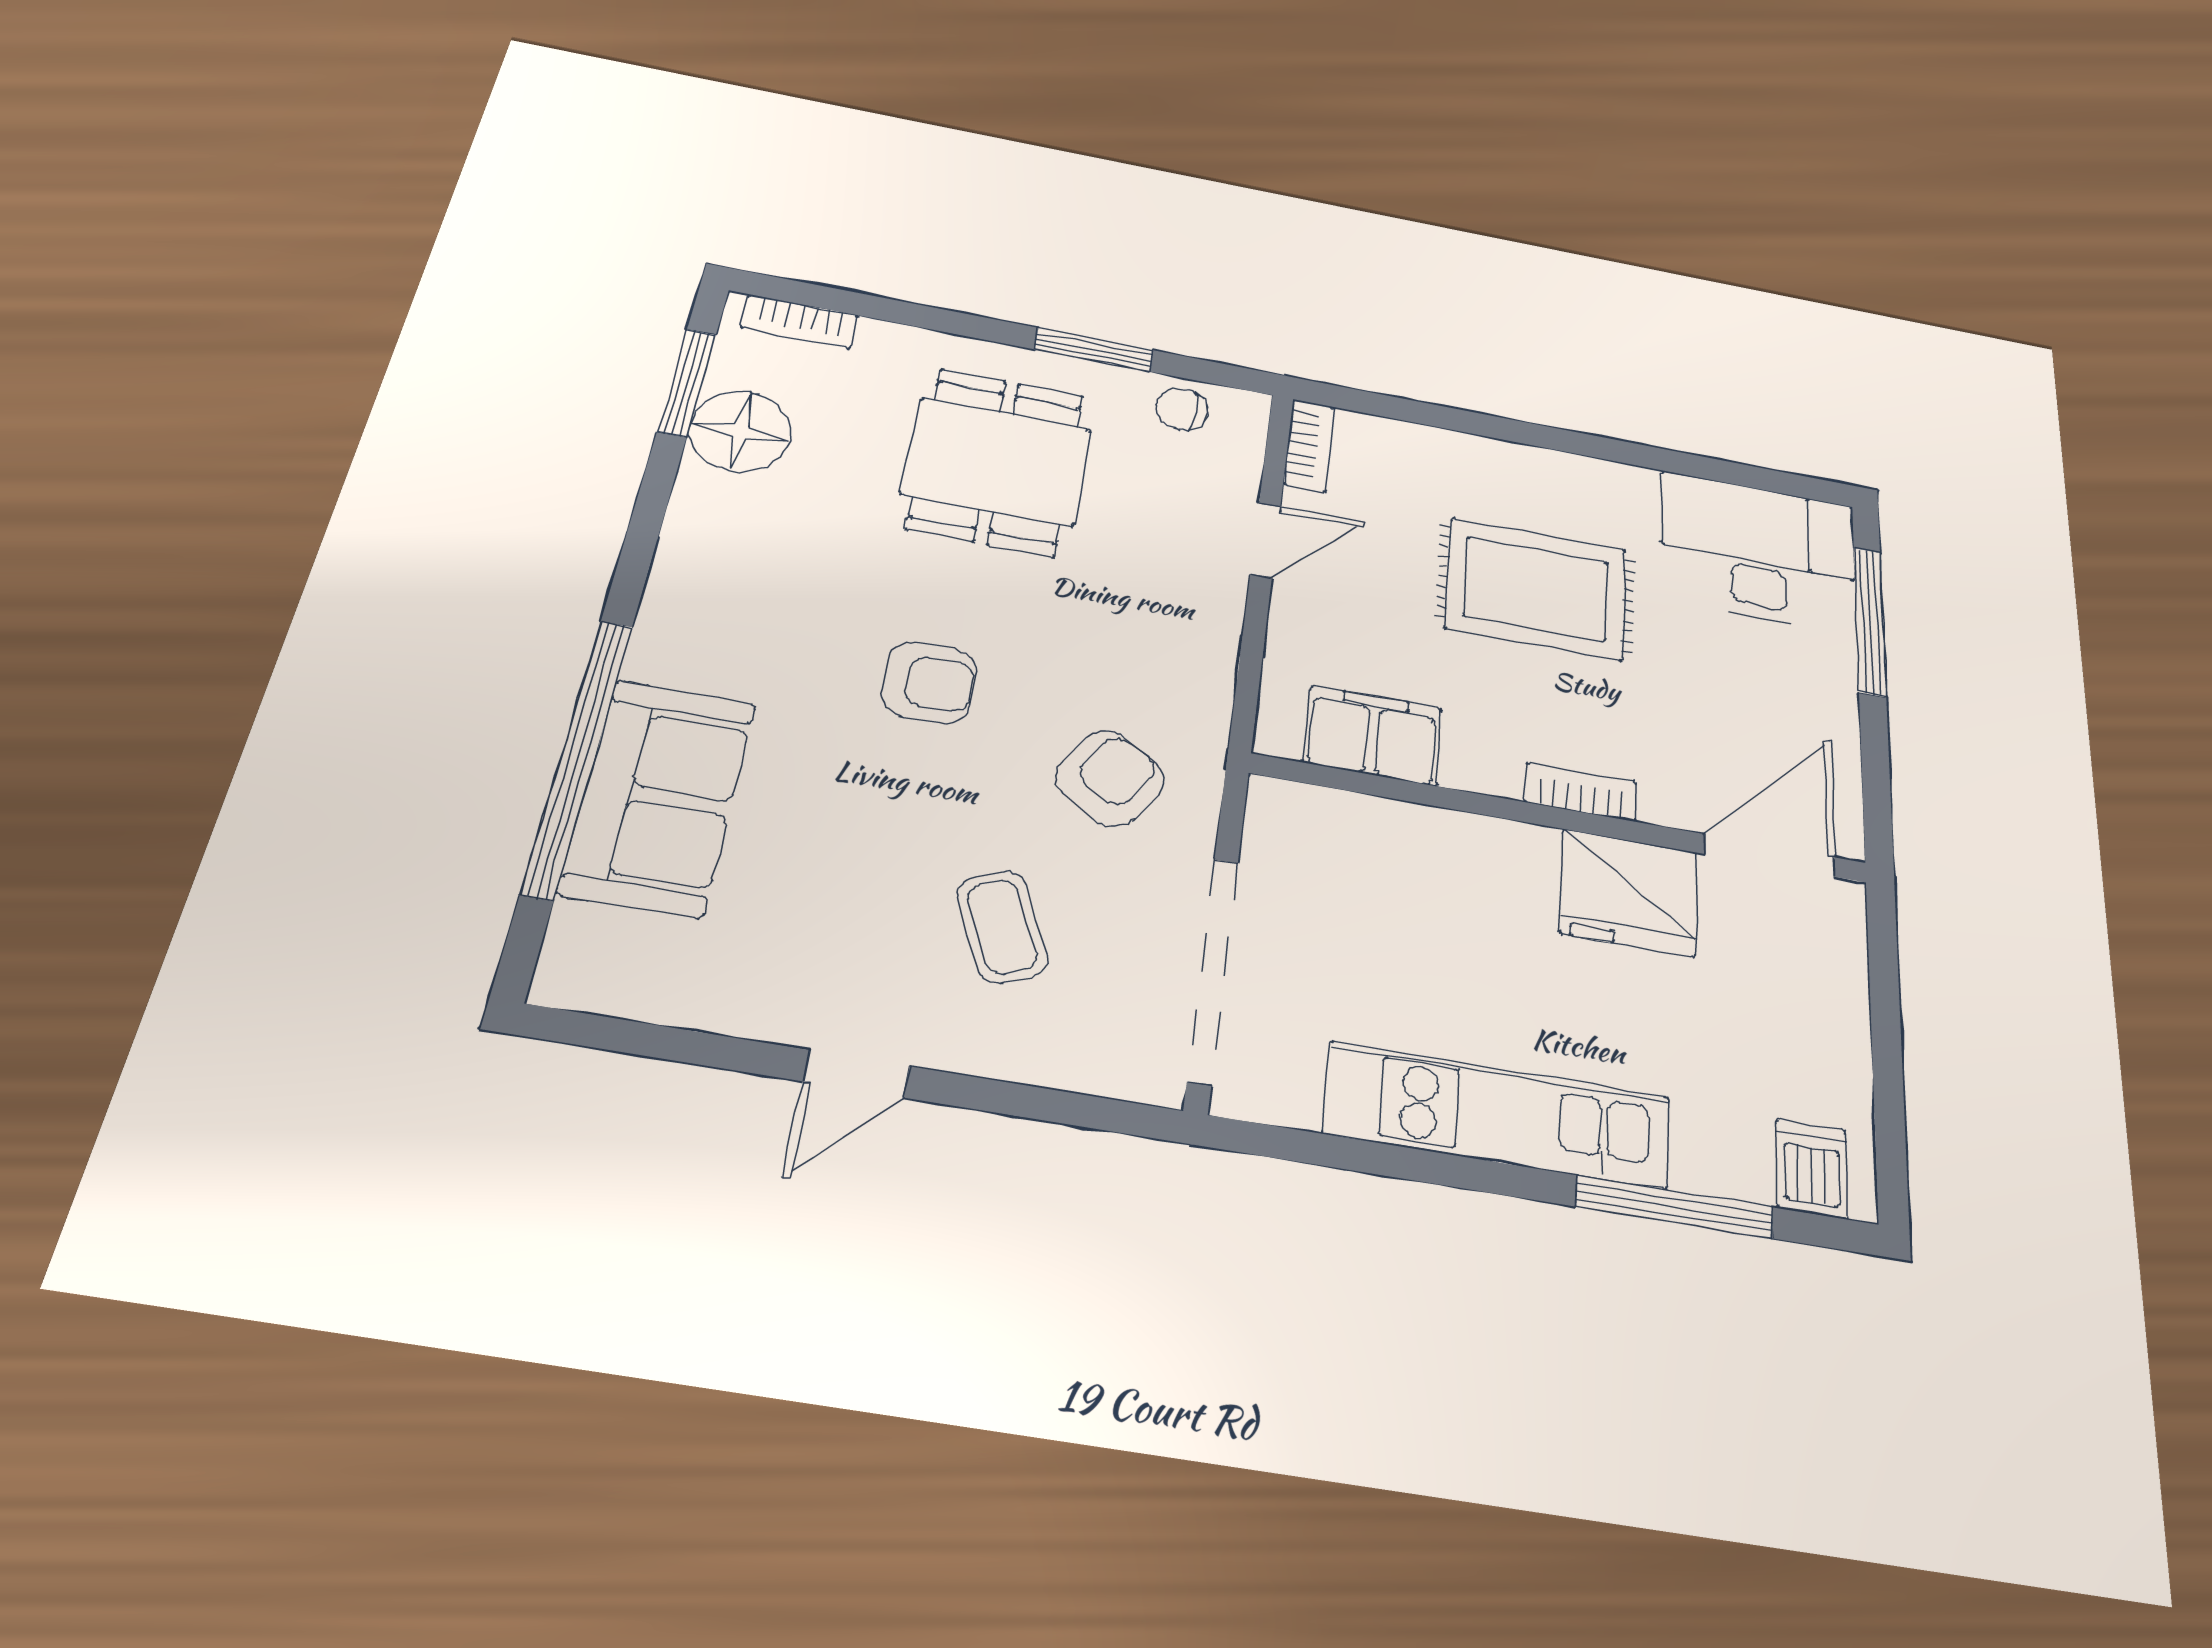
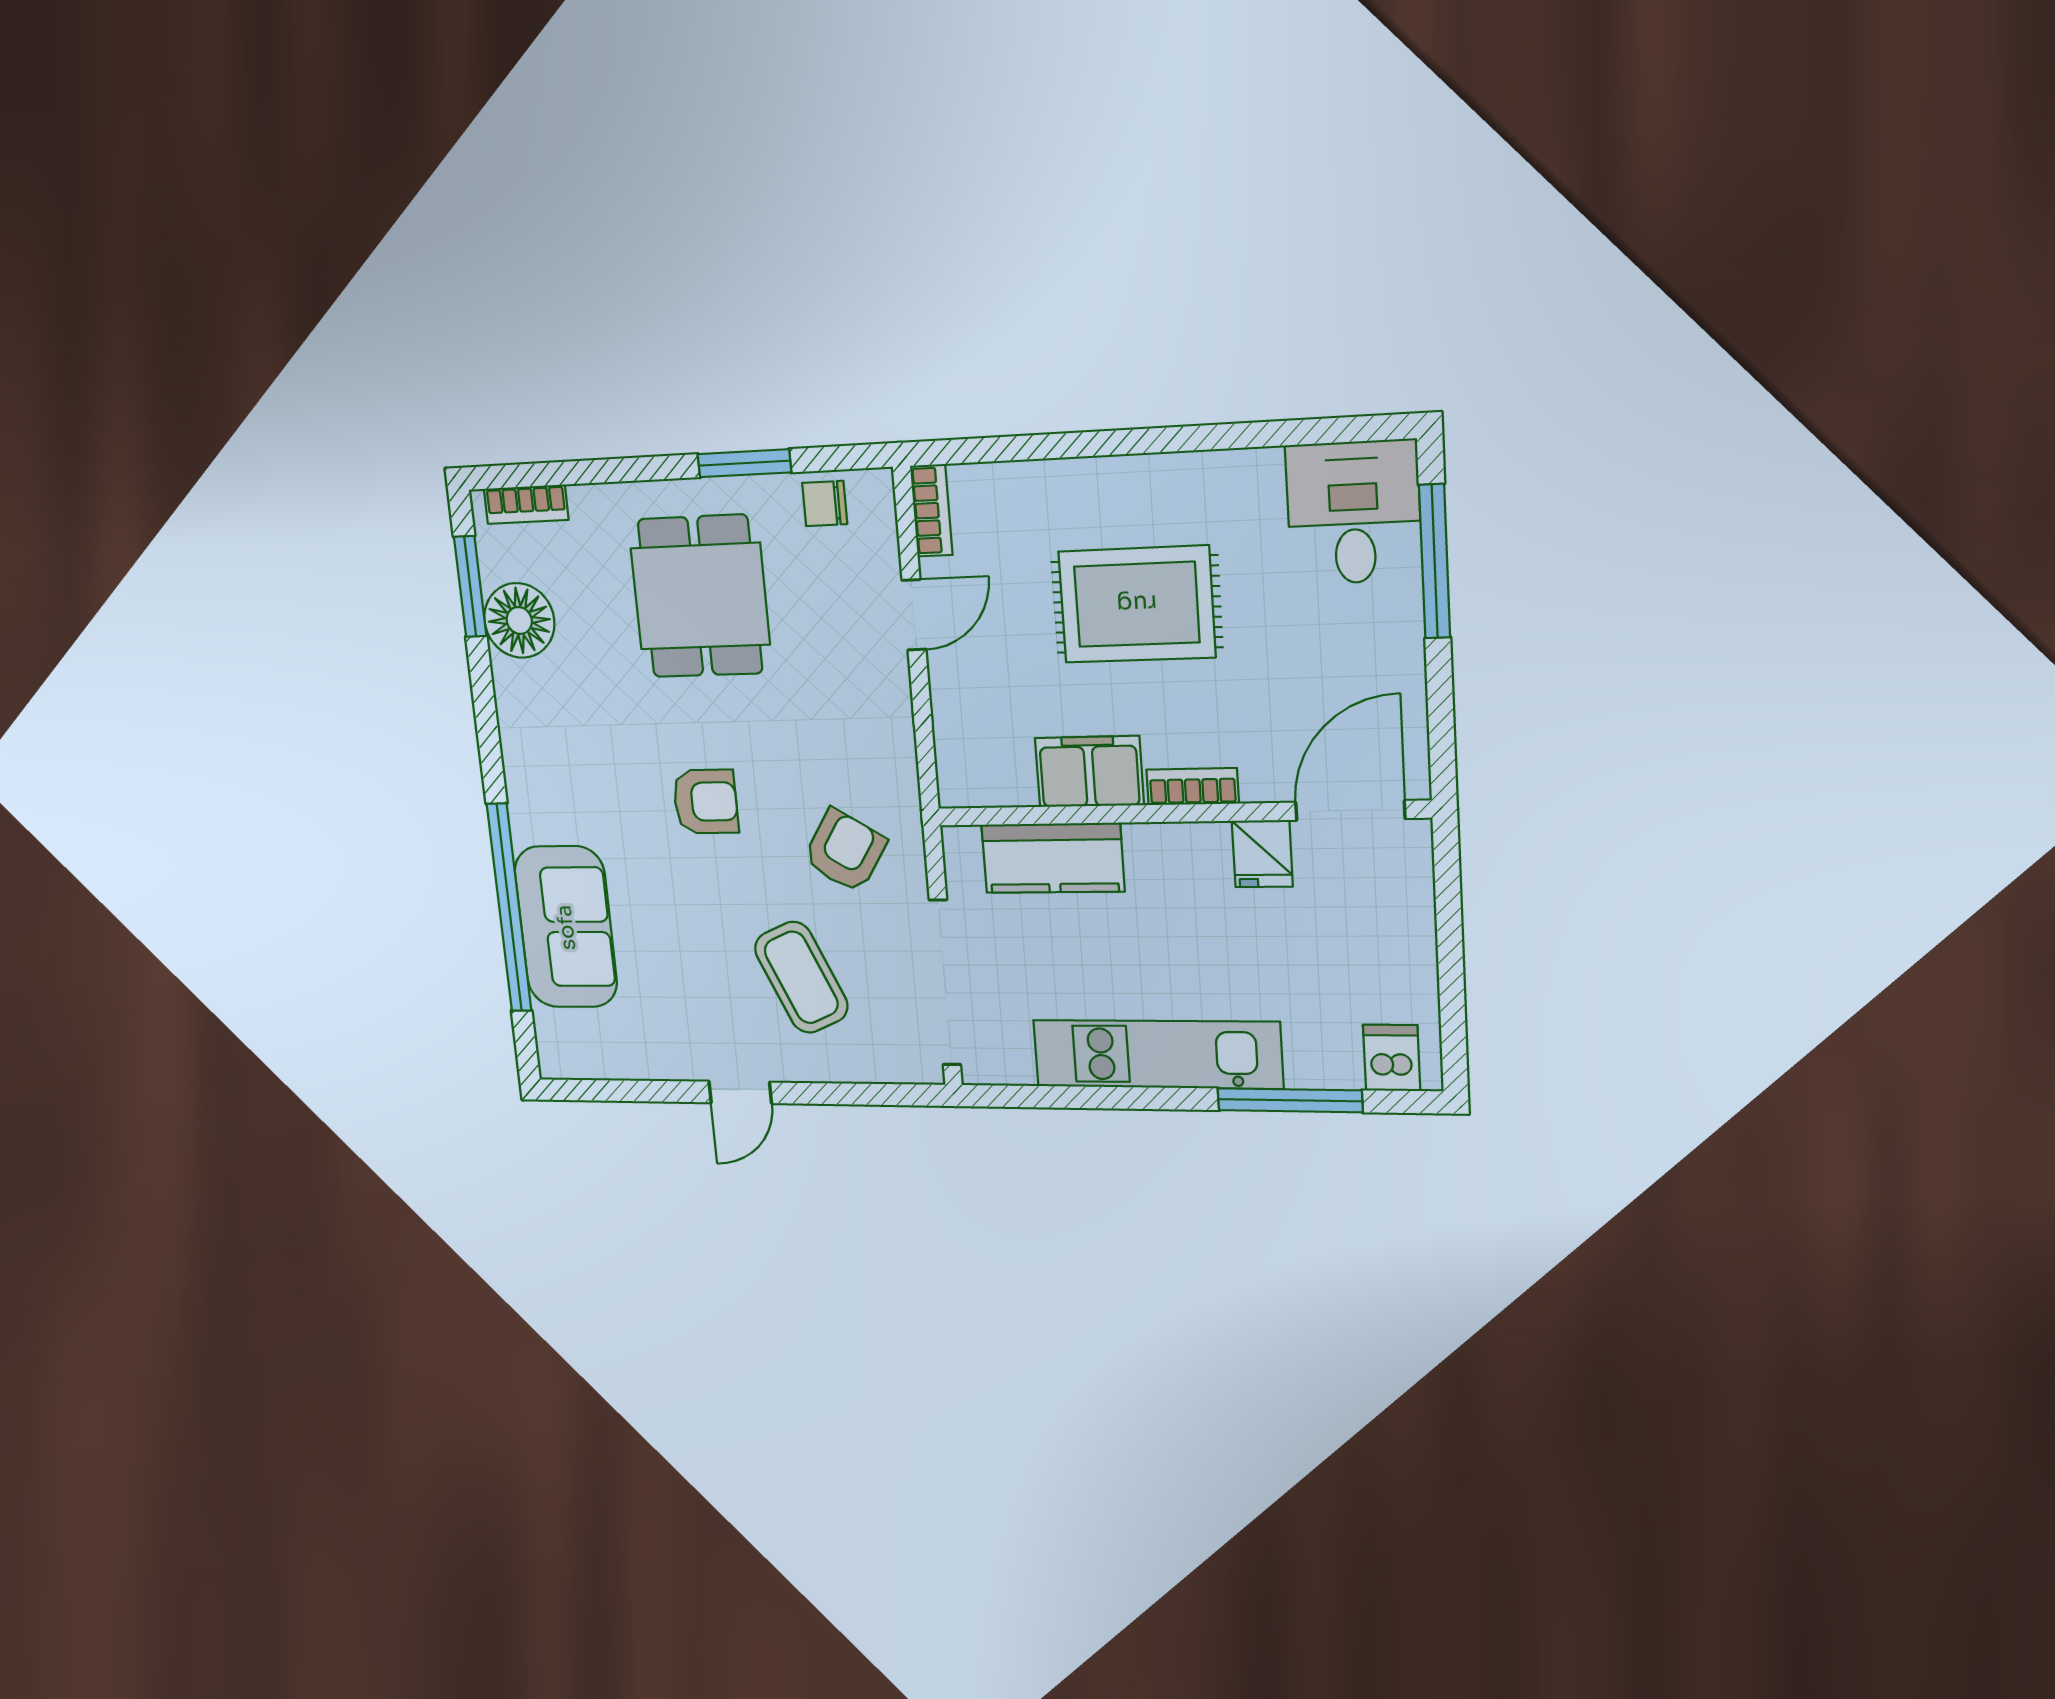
desk: (1758, 552) -> (1354, 513), width x0.73
filing cabinet: (1373, 735) -> (1089, 772), moved
kitchen counter: (1392, 840) -> (1053, 858), added
fridge: (1629, 892) -> (1262, 854), width x0.53, depth x0.75
coffee table: (1002, 927) -> (801, 977), width x1.36, depth x1.30

